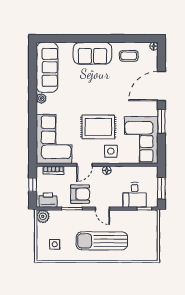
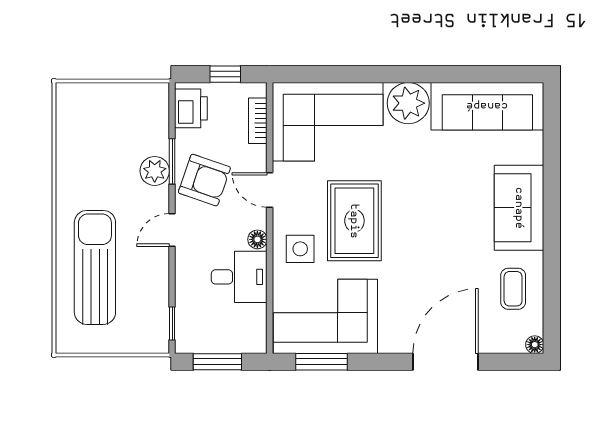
door: (161, 86) -> (446, 362), hinge flipped
plant: (41, 98) -> (408, 103), width x1.88, depth x1.88
window: (161, 121) -> (321, 362), moved
armchair: (80, 194) -> (204, 180), turned -71
desk: (135, 195) -> (239, 277), moved, turned 180
plant: (43, 216) -> (155, 171), moved
sun lounger: (102, 241) -> (95, 267), moved
side table: (55, 244) -> (92, 123), removed

